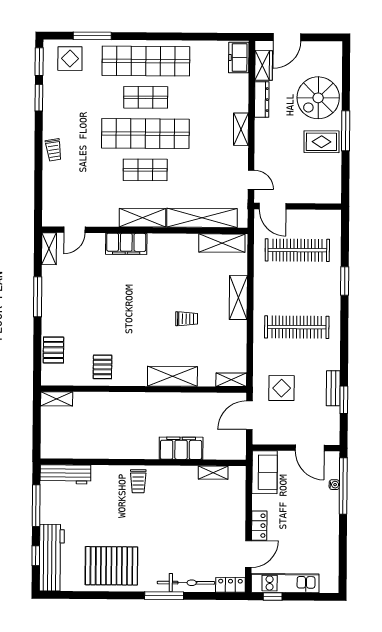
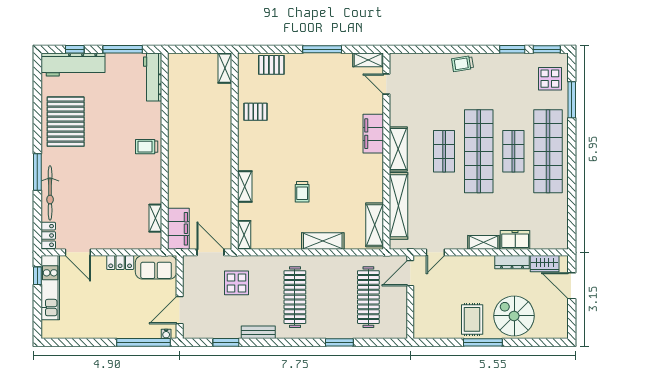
freezer: (239, 58) -> (515, 240), moved
shelving: (172, 376) -> (245, 187), width x0.67, depth x0.75
bench: (333, 388) -> (258, 332), moved
filing cabinet: (181, 448) -> (178, 229), moved
water cooler: (334, 485) -> (166, 334), moved
locker: (259, 526) -> (120, 263), moved

